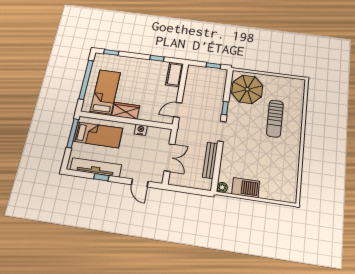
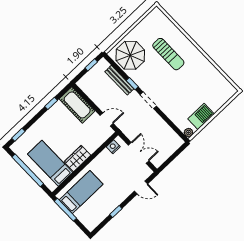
cot: (175, 74) -> (77, 105), width x1.37, depth x1.34
door: (178, 110) -> (107, 119), swing flipped
nightstand: (141, 130) -> (113, 147), moved
bench: (210, 160) -> (119, 80), moved
tv unit: (96, 167) -> (105, 210), removed

